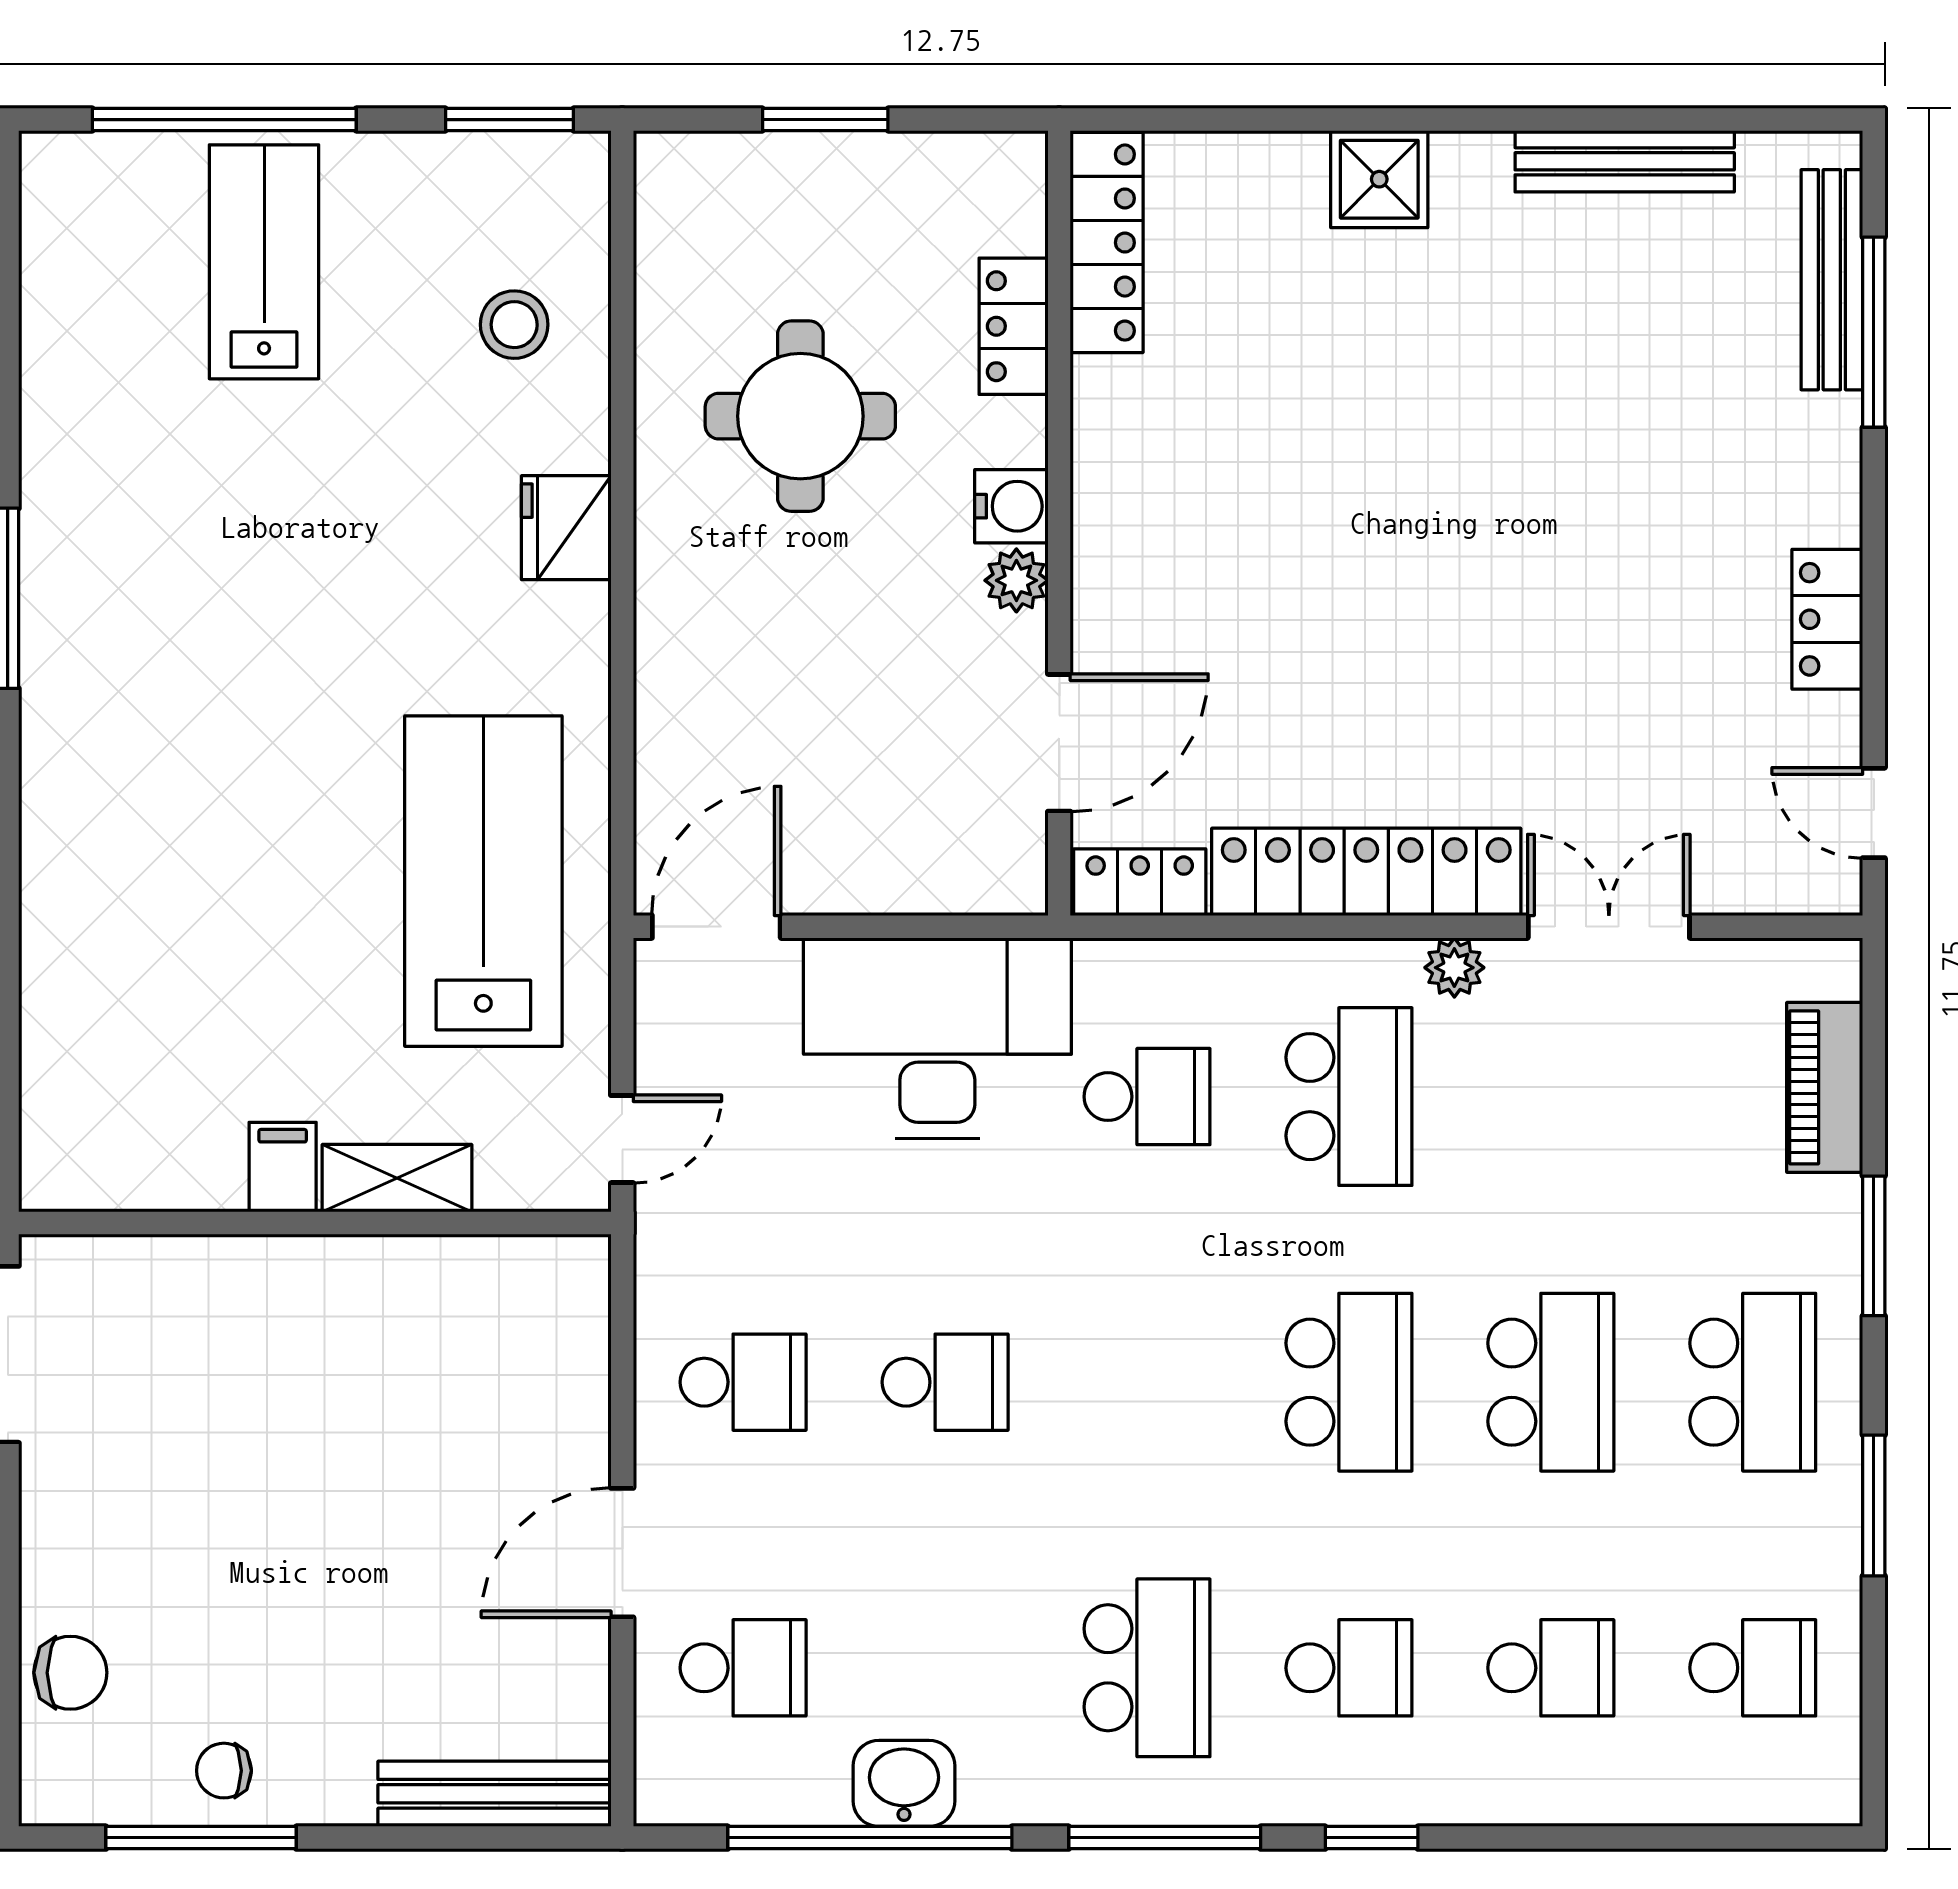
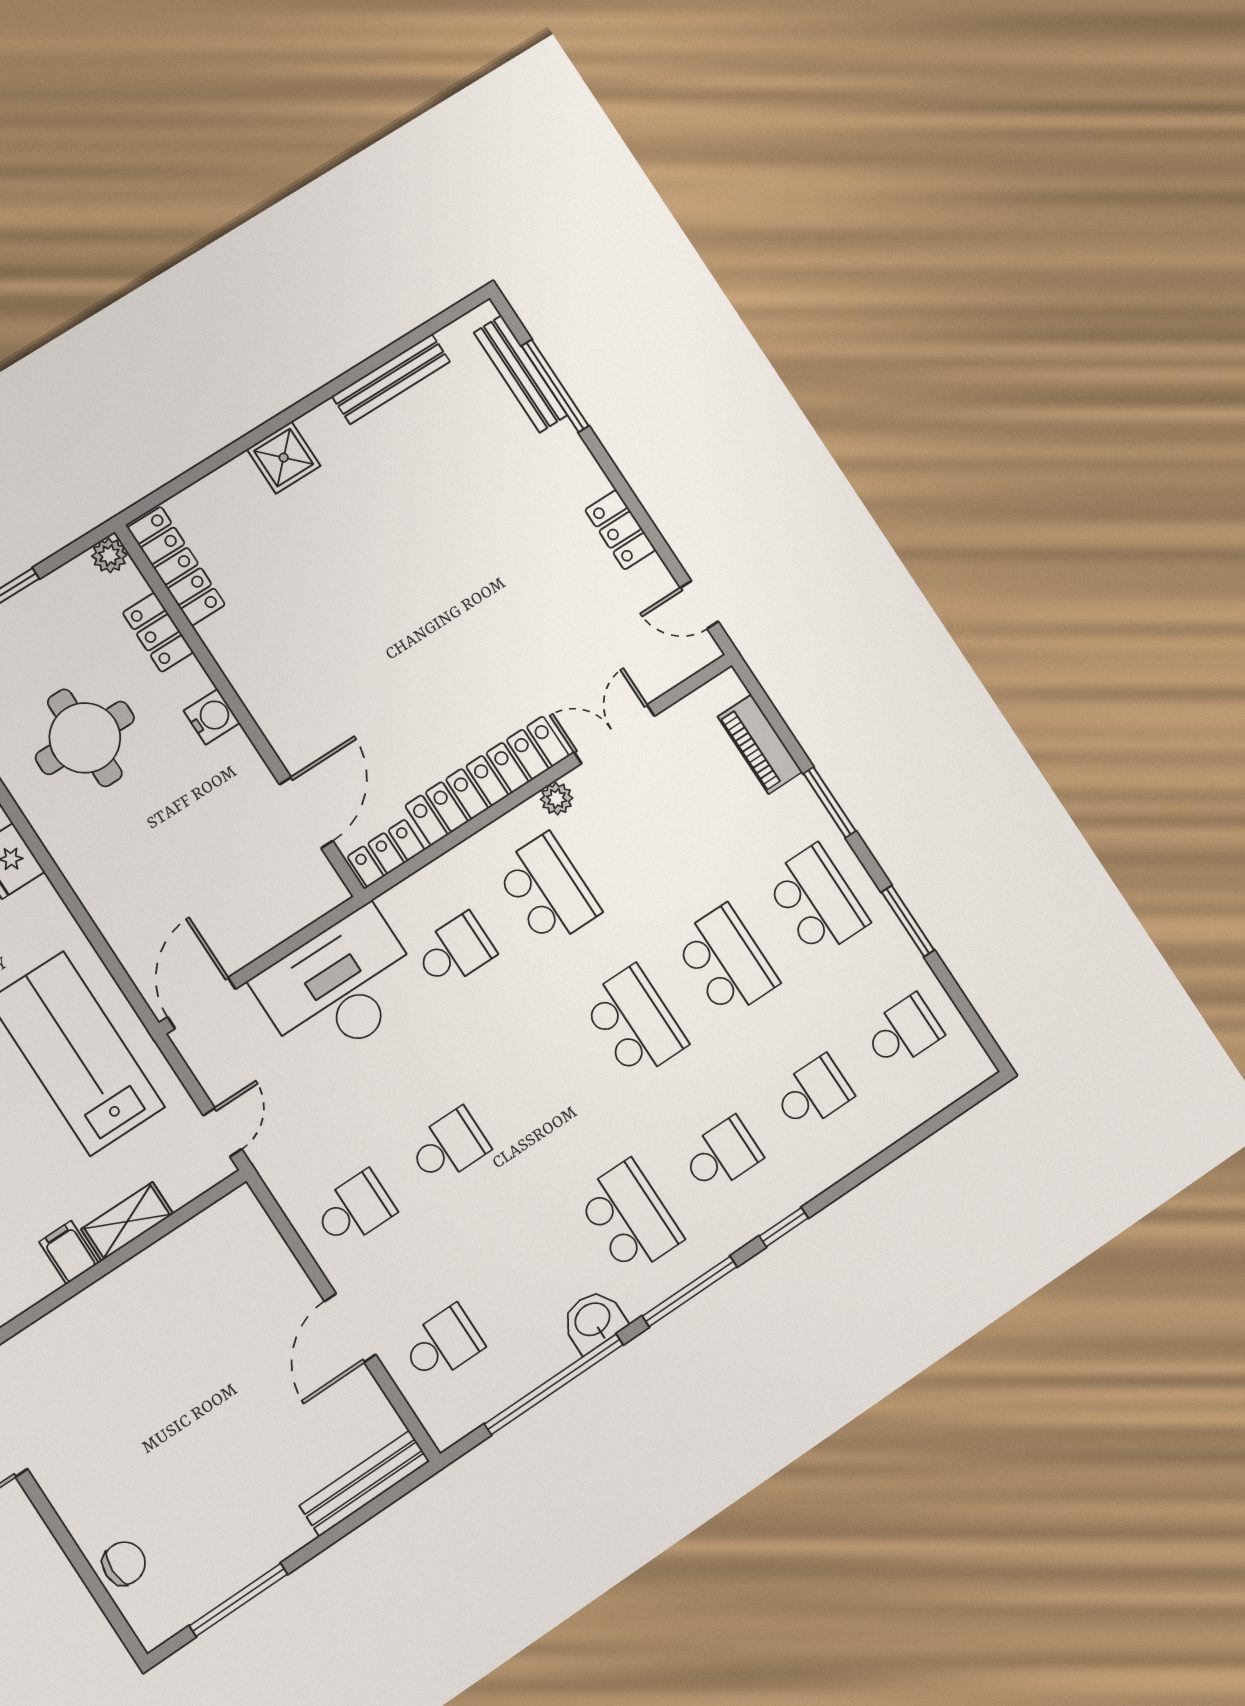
plant: (1016, 580) -> (109, 555), moved
chair: (224, 1771) -> (229, 1560), removed
washbasin: (904, 1783) -> (593, 1320), moved

